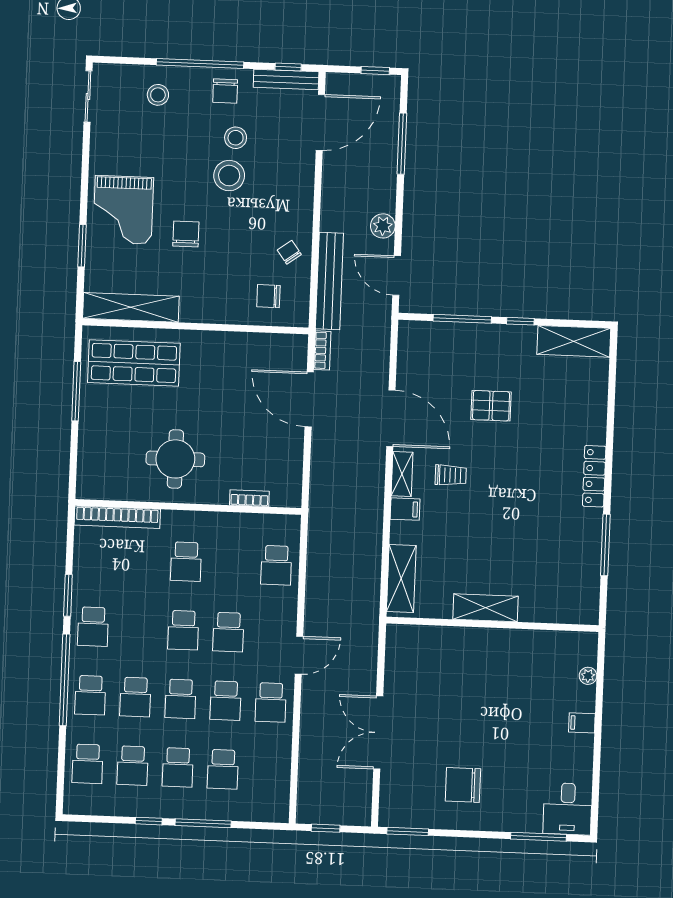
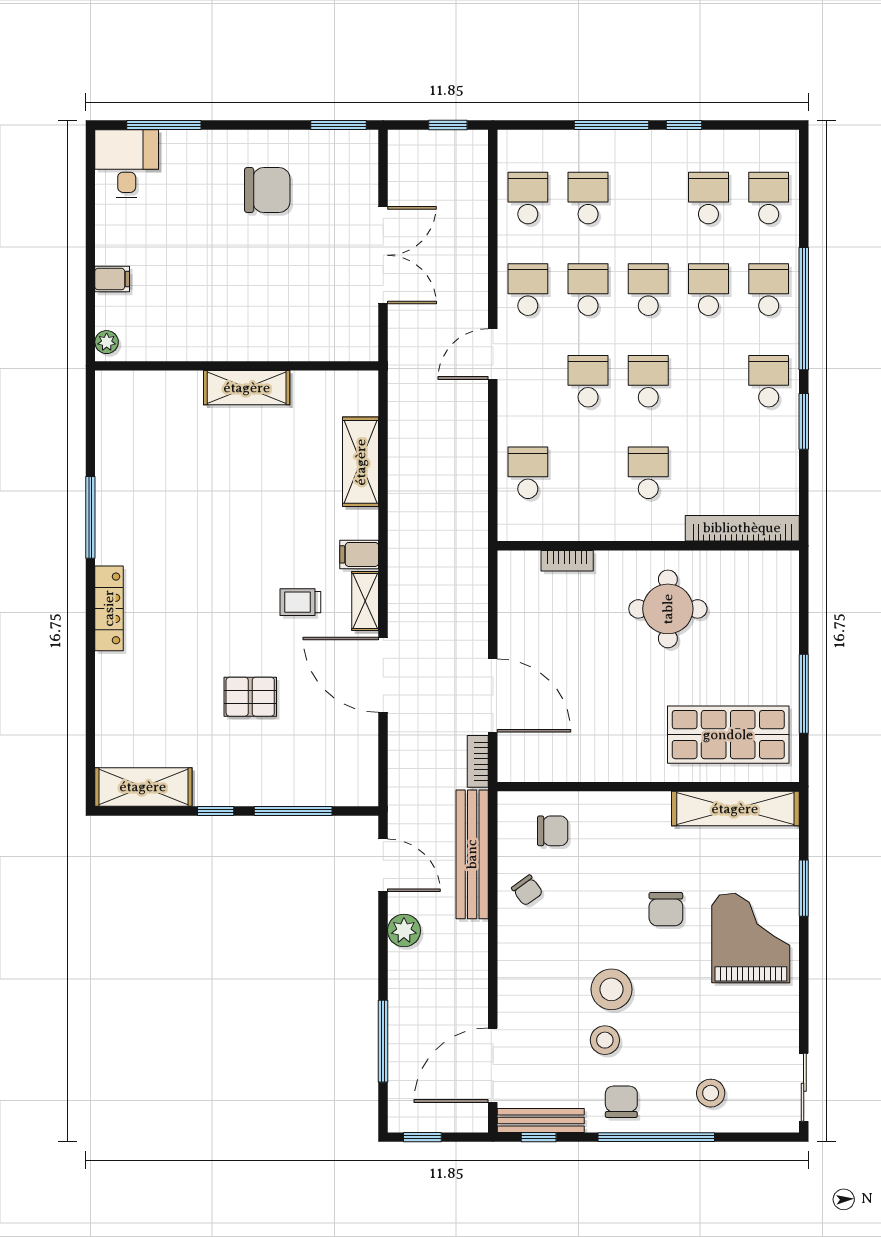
shelving: (486, 608) -> (247, 388), moved
wall: (492, 624) -> (237, 366), moved
school desk: (178, 767) -> (528, 198), moved

